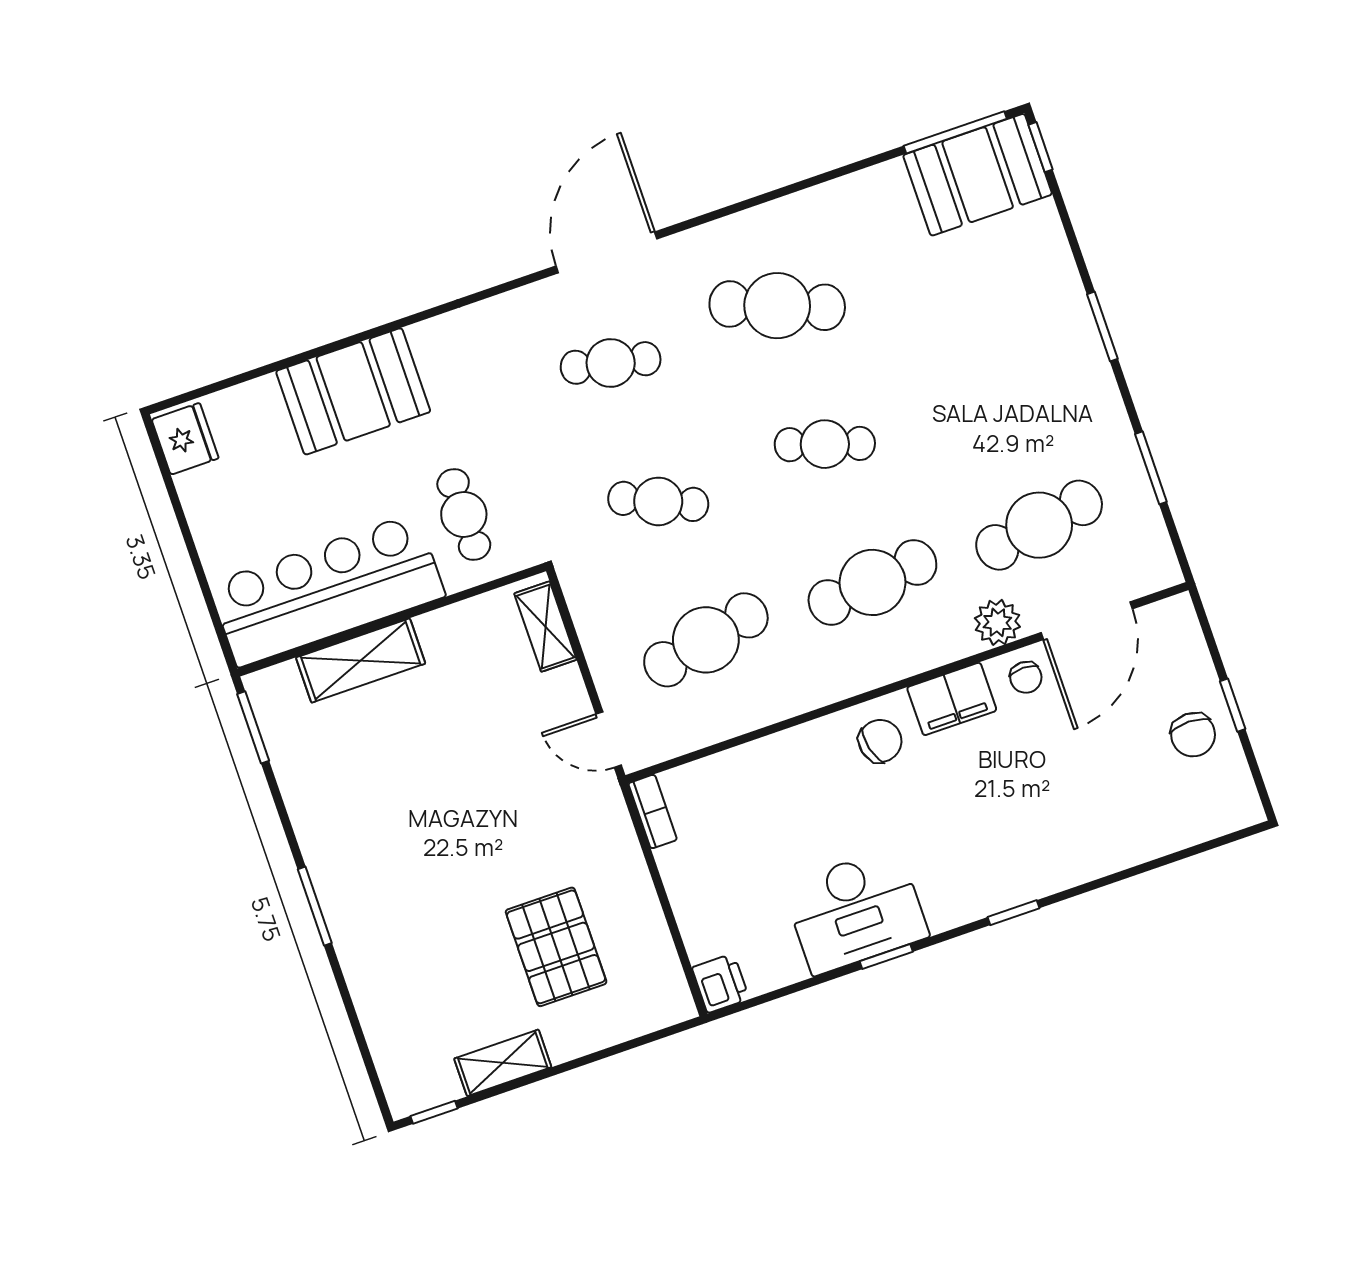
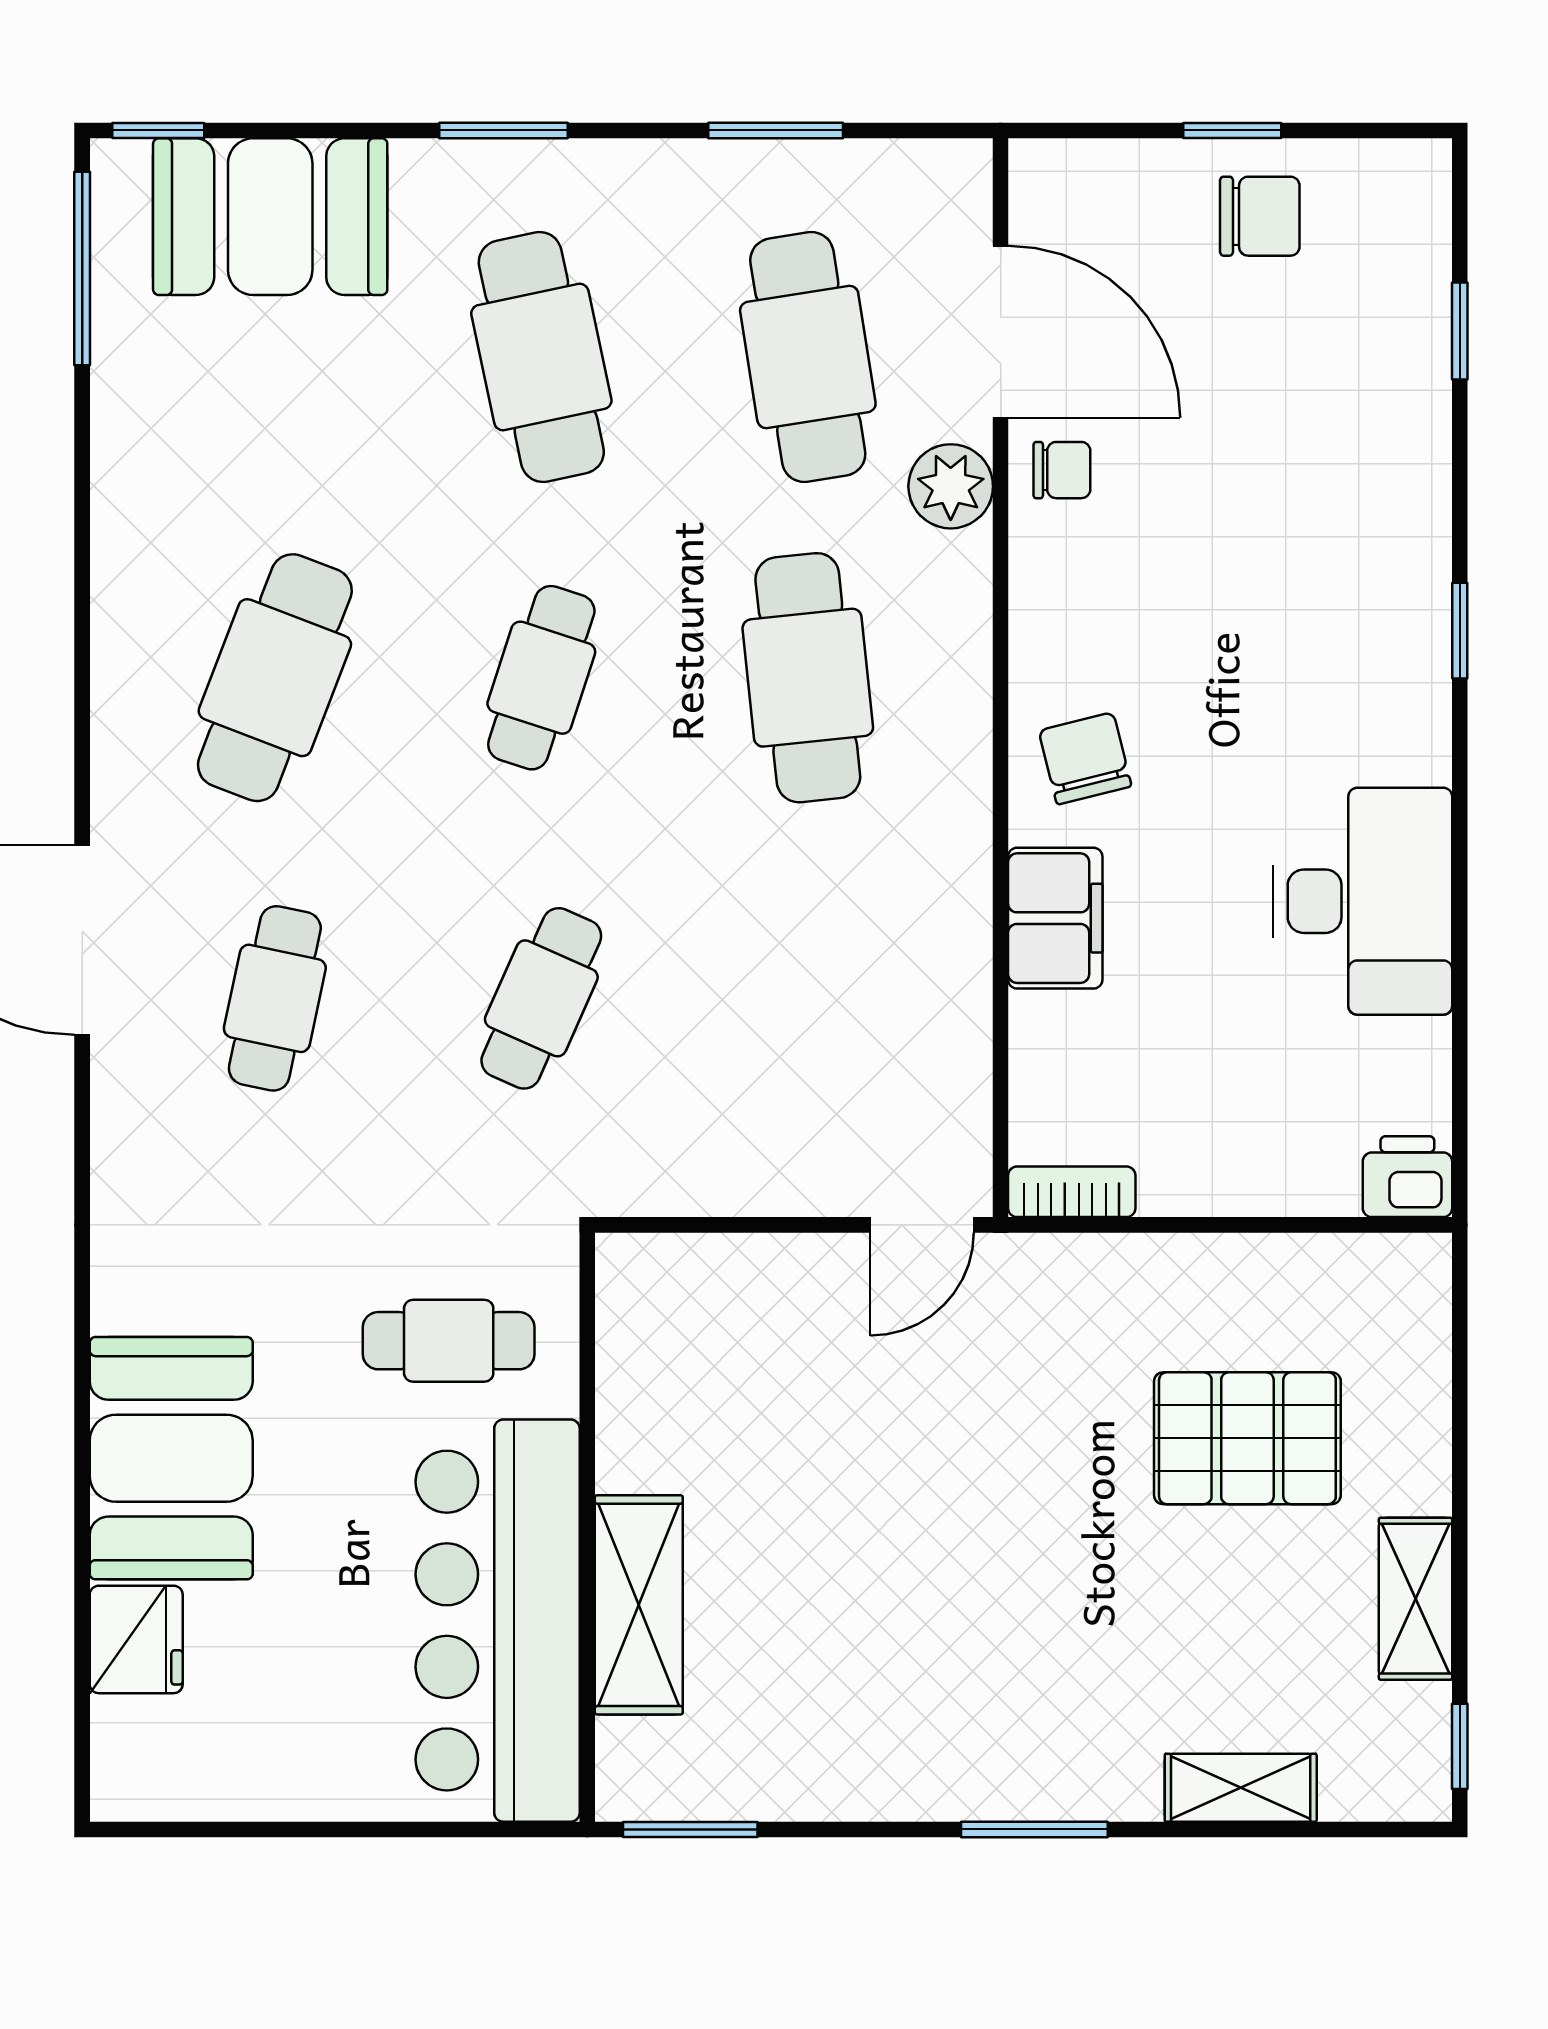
booth: (978, 175) -> (270, 217), moved, turned 90
fridge: (185, 439) -> (136, 1639), moved, turned 90
shelving: (545, 627) -> (1241, 1788), moved
cafe table: (706, 640) -> (541, 357), moved
filing cabinet: (952, 699) -> (1055, 918), moved
window: (886, 957) -> (1460, 331), moved

